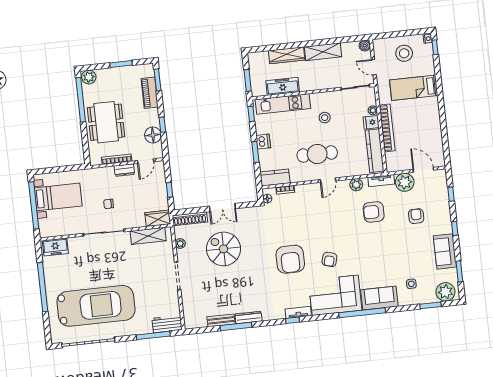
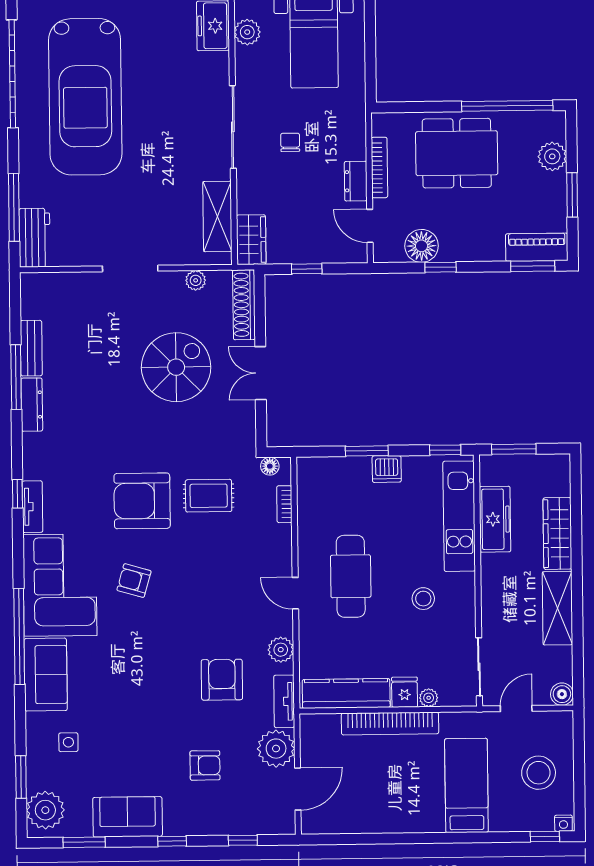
plant: (89, 77) -> (552, 156), moved
piano: (150, 93) -> (537, 247), moved
kitchen counter: (275, 178) -> (311, 486), removed
rug: (285, 227) -> (209, 496), added
plant: (57, 230) -> (247, 32), added

